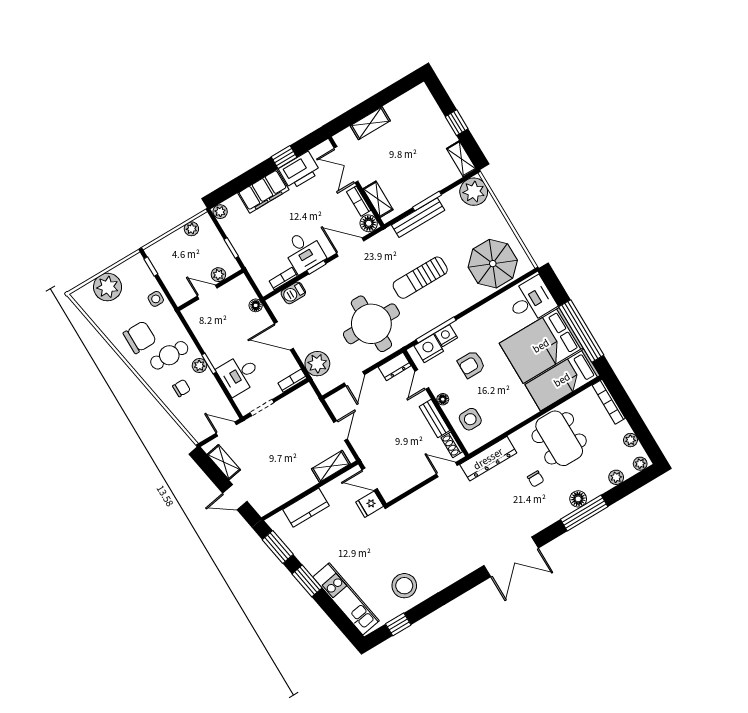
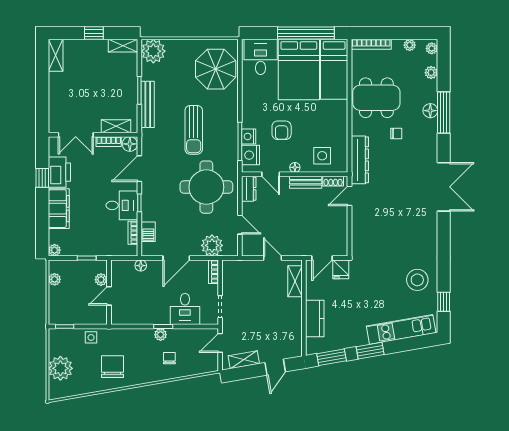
shelving: (370, 123) -> (56, 55), moved
cafe table: (169, 355) -> (139, 353), removed

